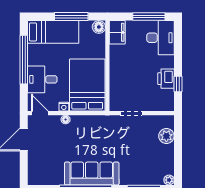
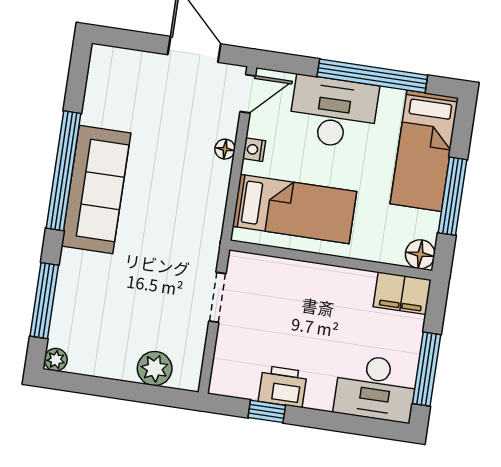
desk: (42, 79) -> (333, 112), width x1.37
bed: (87, 85) -> (295, 209), width x0.67

